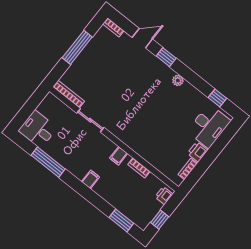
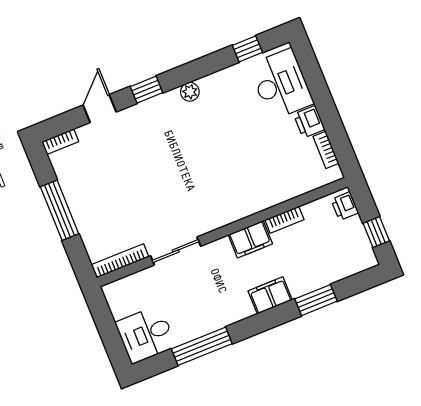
filing cabinet: (119, 156) -> (250, 239), width x2.00
filing cabinet: (91, 179) -> (270, 295), width x2.00
window: (121, 220) -> (316, 300), moved

